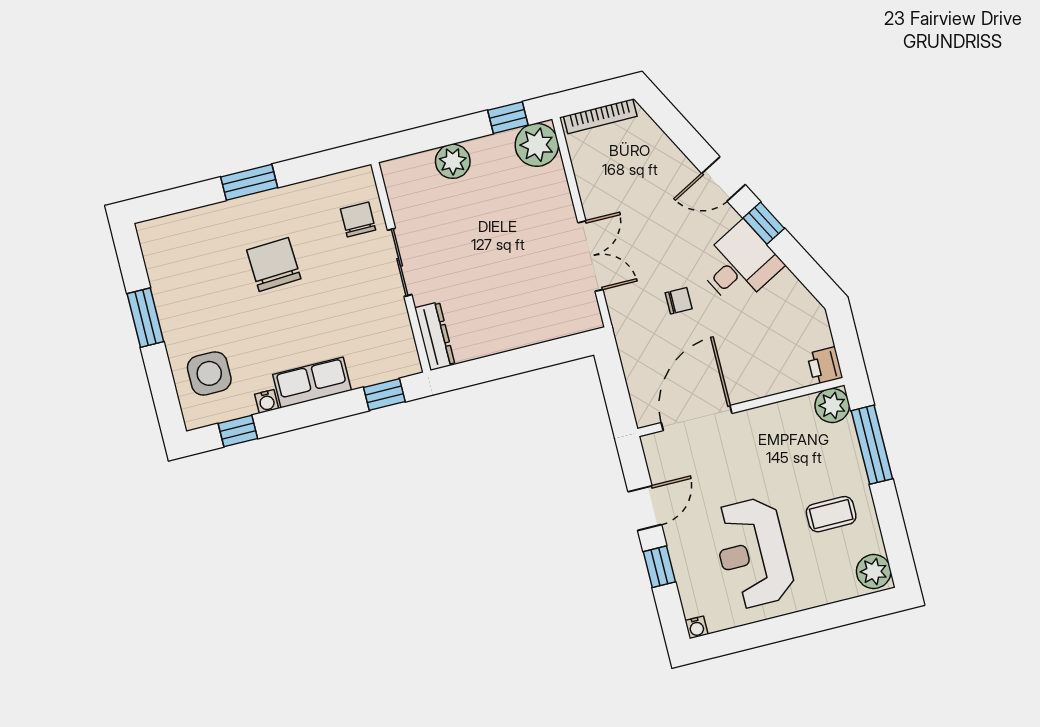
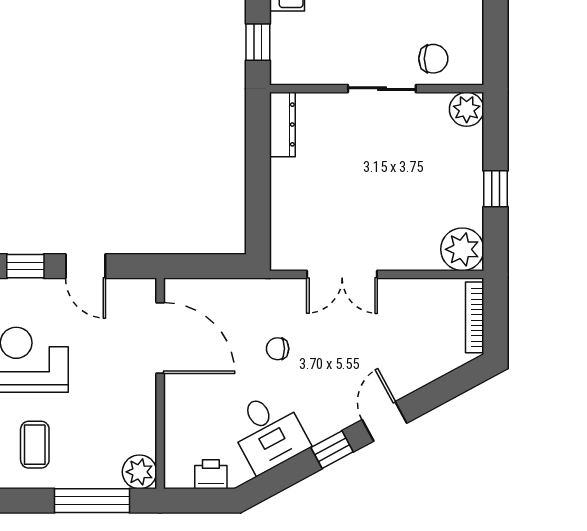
window: (508, 118) -> (496, 189), moved
plant: (453, 161) -> (467, 109), moved
desk: (739, 265) -> (268, 432), moved
chair: (679, 301) -> (278, 349), turned 90
dresser: (435, 336) -> (282, 125), moved, turned -90
printer: (825, 366) -> (211, 474), moved

